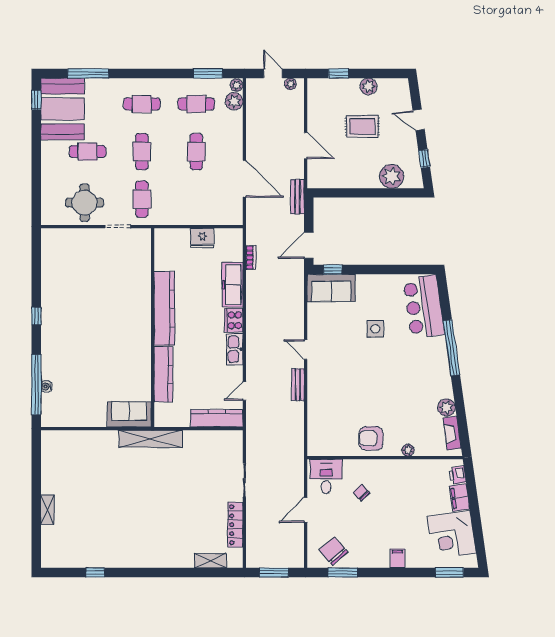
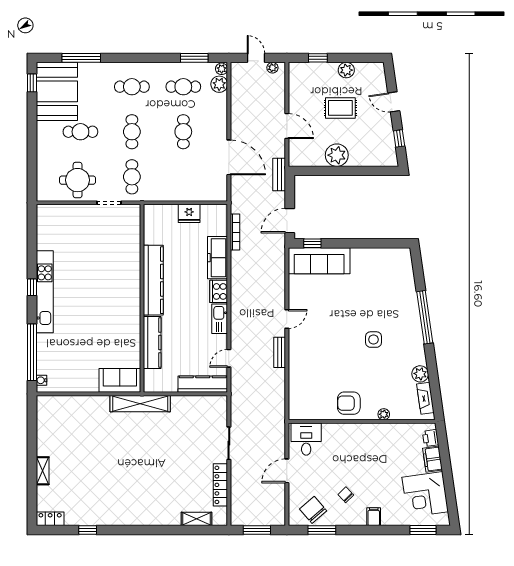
plant: (392, 176) -> (337, 155), moved
bookcase: (251, 258) -> (235, 232), width x1.56
sofa: (331, 288) -> (319, 261), width x1.36
bar counter: (424, 307) -> (399, 279), removed
kitchen unit: (50, 321) -> (45, 292), added
side table: (375, 329) -> (373, 340), moved
door: (306, 349) -> (287, 319), swing flipped
water cooler: (46, 386) -> (41, 380), moved
chair: (361, 492) -> (346, 495), moved
locker: (55, 561) -> (50, 519), added

